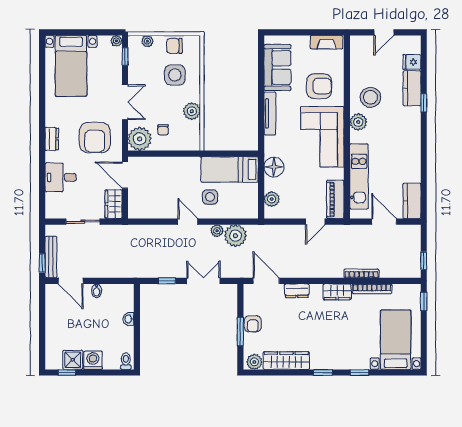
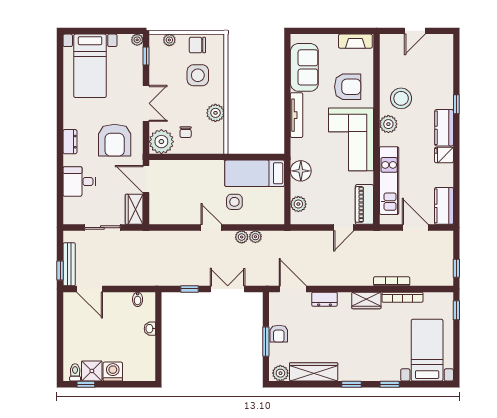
fridge: (412, 62) -> (444, 155), moved
kitchen counter: (412, 88) -> (444, 128), moved
plant: (235, 236) -> (255, 237), width x0.53, depth x0.53
bidet: (97, 291) -> (138, 299), moved
toilet: (126, 361) -> (75, 372), moved

